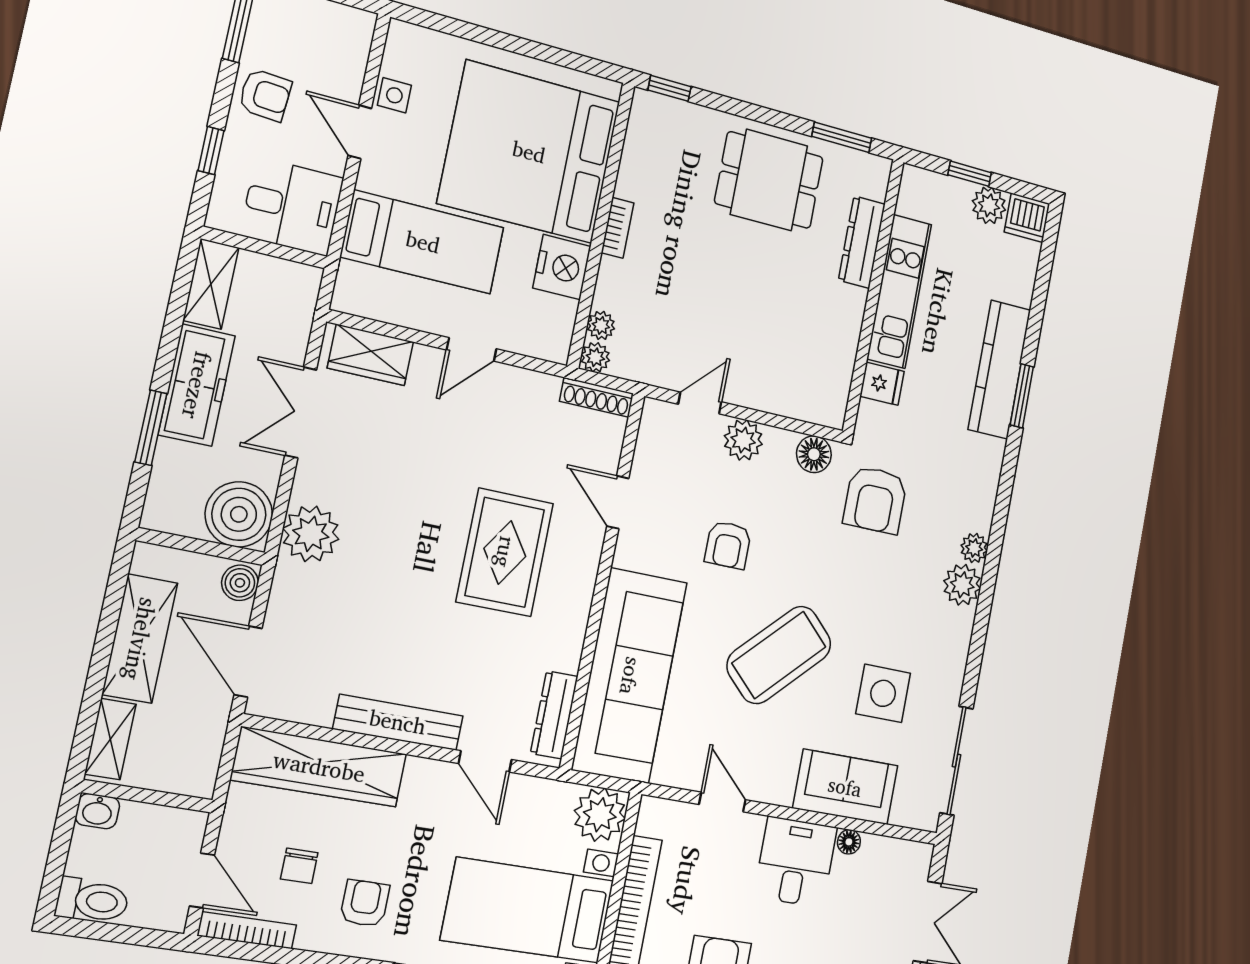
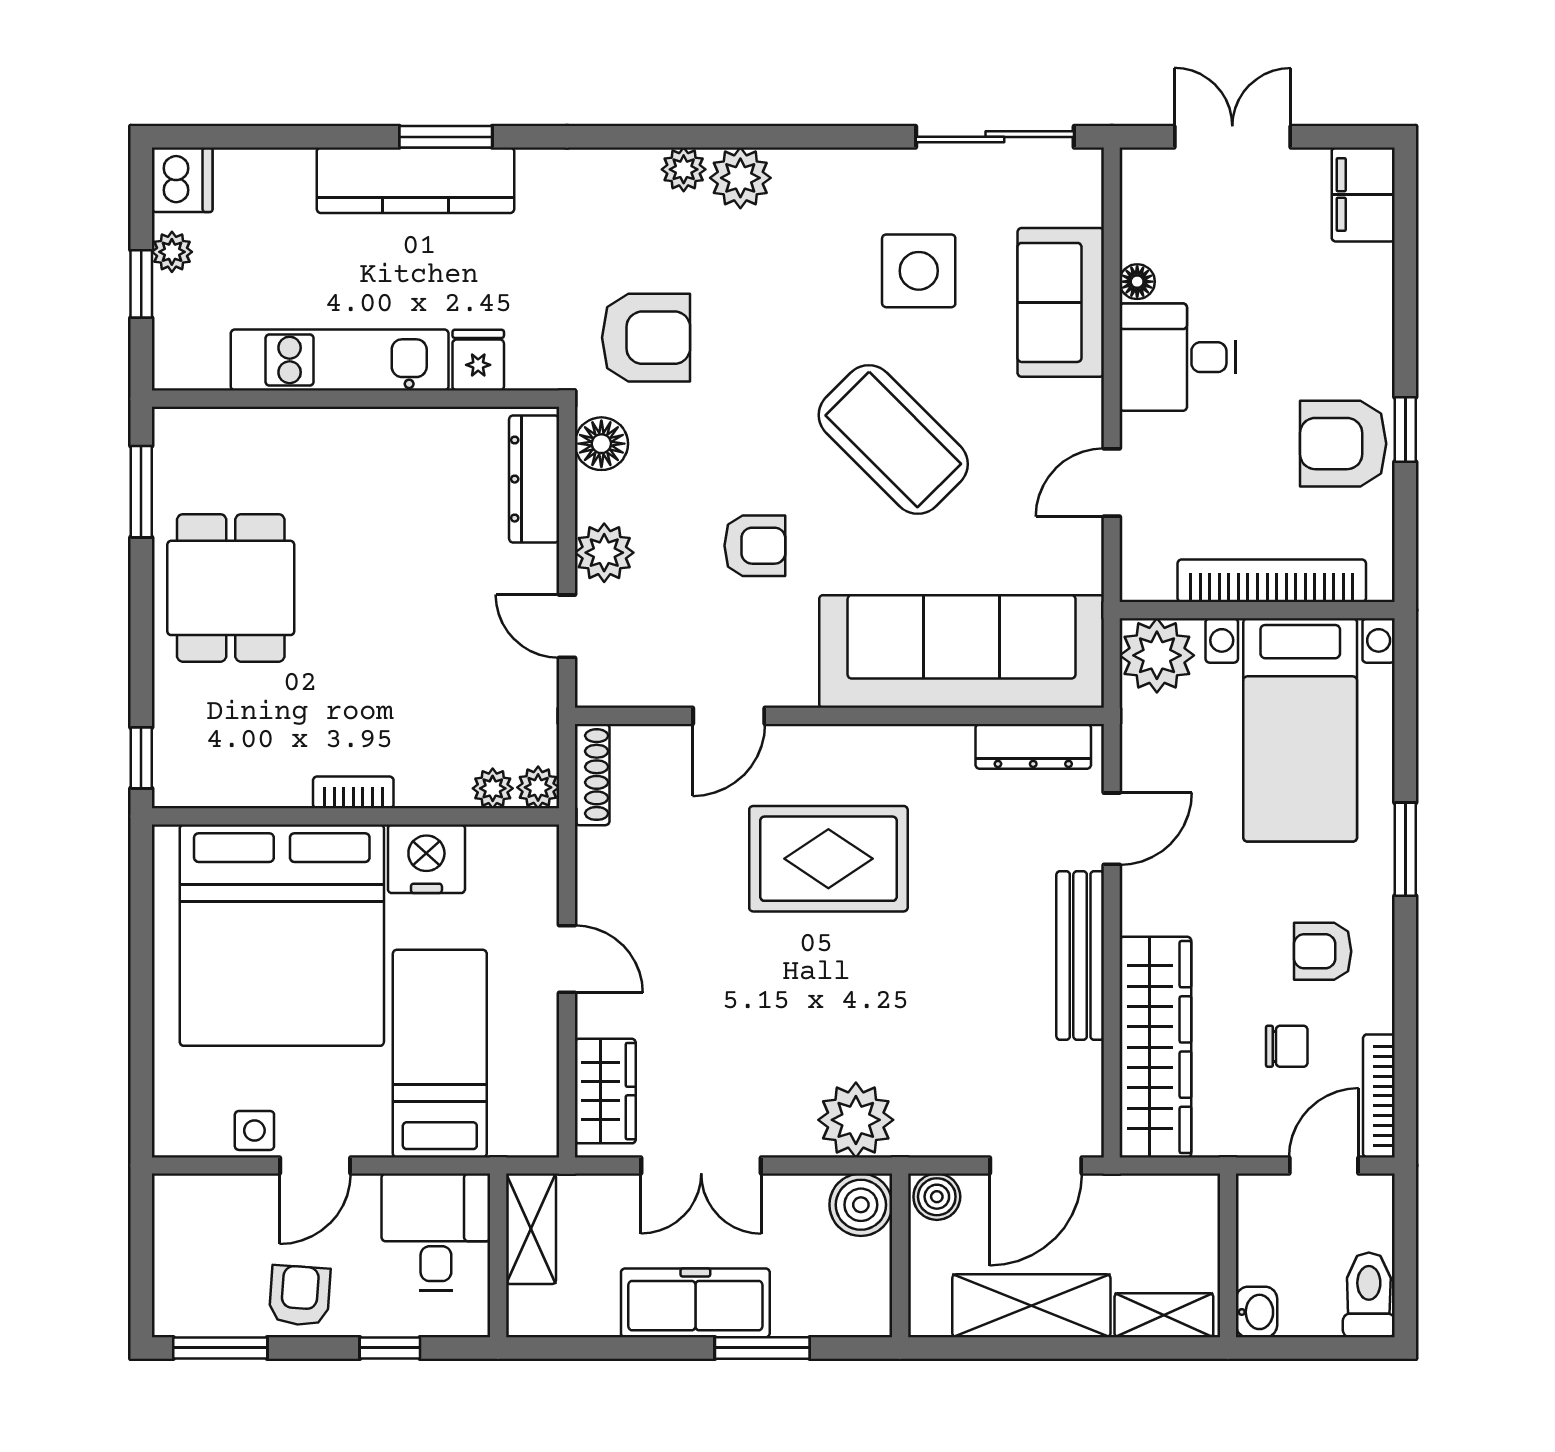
plant: (989, 205) -> (172, 252), width x0.73, depth x0.73
dresser: (862, 242) -> (534, 479), moved, turned 90
shelving: (211, 284) -> (531, 1229), moved, turned 90
boiler: (239, 514) -> (861, 1205), width x0.73, depth x0.73

